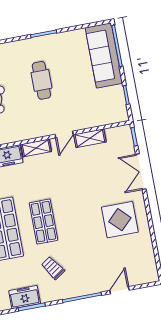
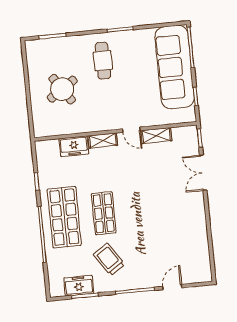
sofa: (104, 55) -> (175, 67), width x1.36, depth x1.27
cafe table: (41, 80) -> (103, 61), moved
door: (64, 135) -> (131, 130), hinge flipped
display table: (120, 220) -> (179, 218), removed
trolley: (53, 268) -> (109, 259), width x1.36, depth x1.39

